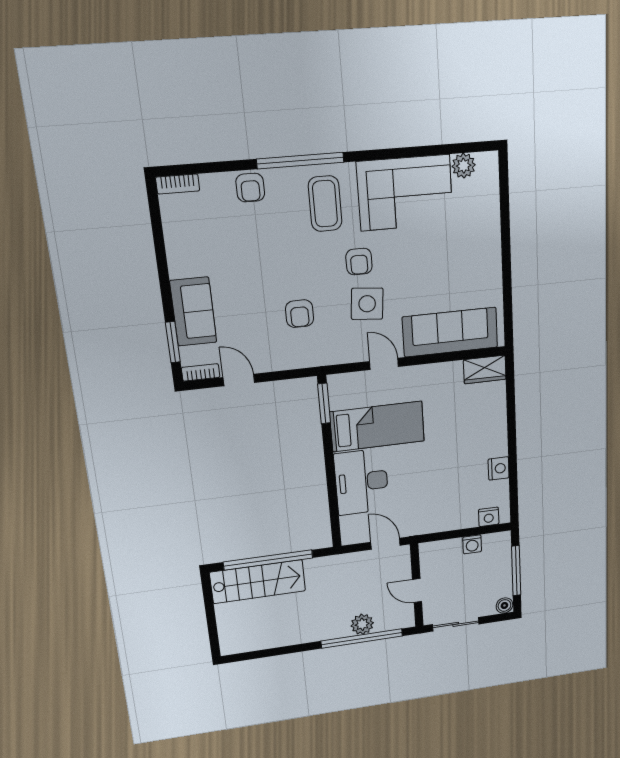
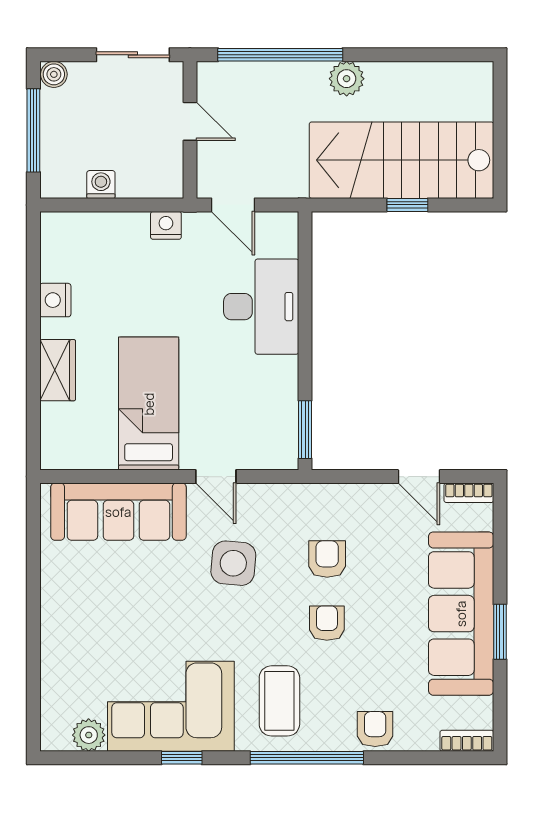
window: (395, 153) -> (182, 758), added
armchair: (359, 262) -> (327, 623), moved
sofa: (193, 312) -> (461, 614), width x1.85, depth x1.27
window: (173, 342) -> (500, 632), moved
wardrobe: (485, 370) -> (58, 370), moved, turned 90
bed: (377, 427) -> (149, 404), moved, turned 90
nightstand: (489, 517) -> (166, 225), moved
window: (268, 560) -> (407, 205), width x0.32
stairs: (258, 582) -> (401, 160), width x1.36, depth x1.51
plant: (362, 624) -> (347, 79), moved

